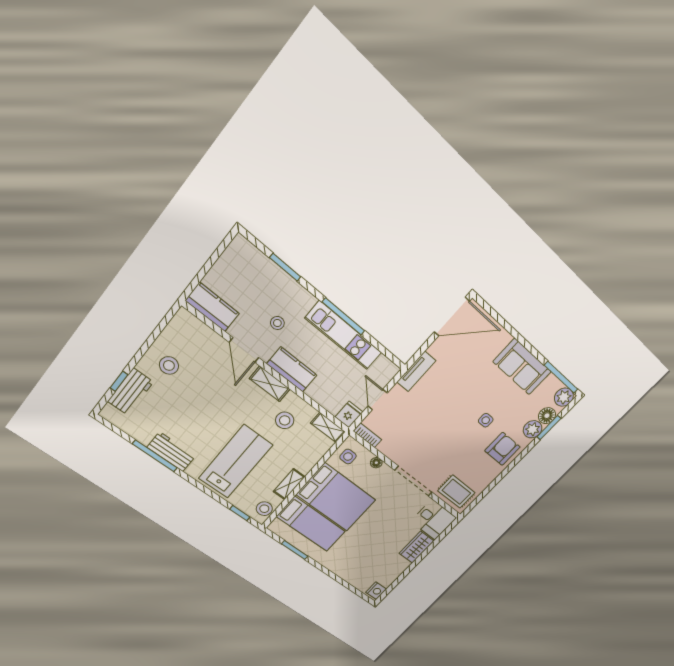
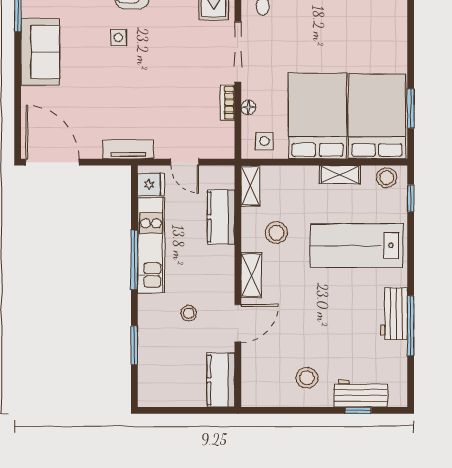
kitchen counter: (292, 369) -> (221, 217), moved
door: (378, 400) -> (185, 162), hinge flipped
fridge: (349, 414) -> (151, 184), moved, turned 180
bookcase: (368, 435) -> (228, 103), moved
bed: (311, 524) -> (377, 116), width x1.50

